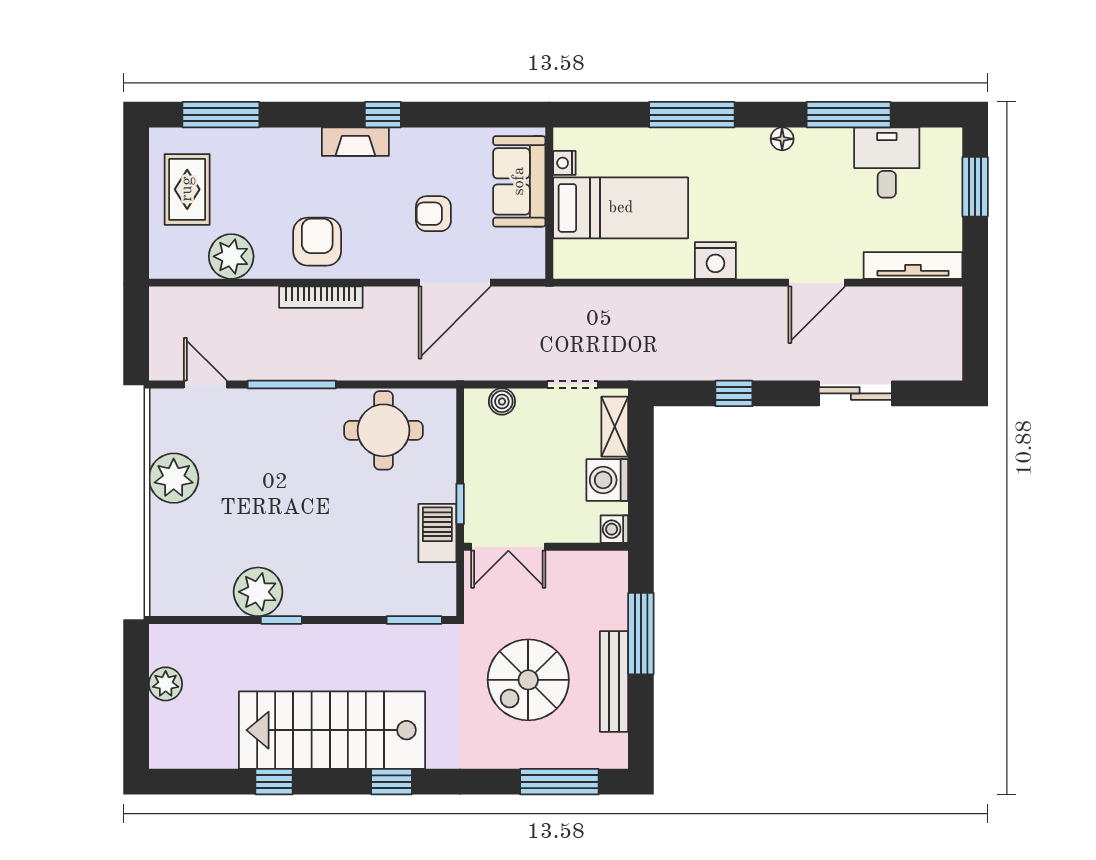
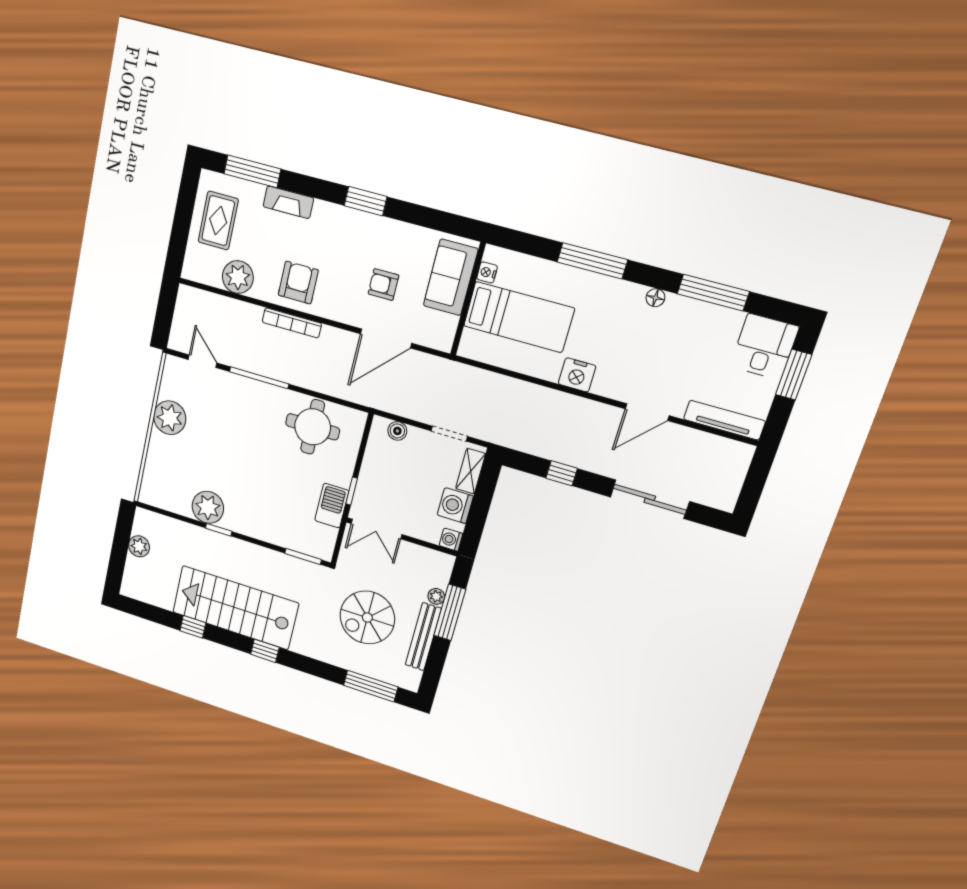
window: (383, 115) -> (366, 201), width x1.50
fireplace: (355, 142) -> (288, 202), moved
desk: (887, 163) -> (764, 347), moved
sliding door: (855, 393) -> (650, 499), width x1.37
plant: (616, 617) -> (436, 596), added

